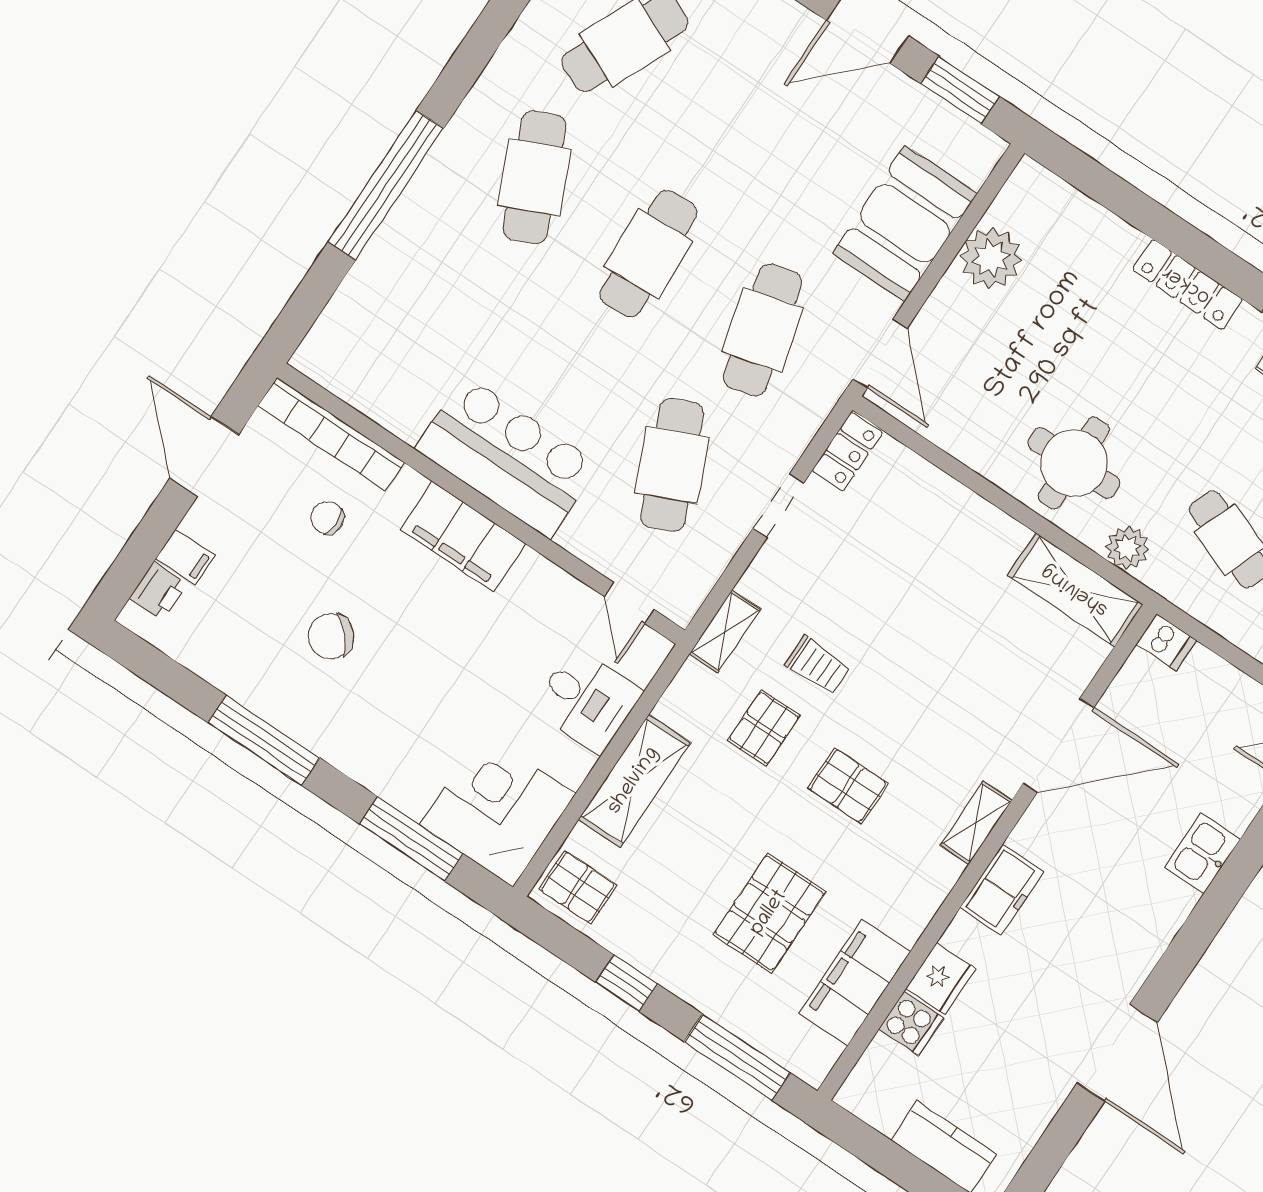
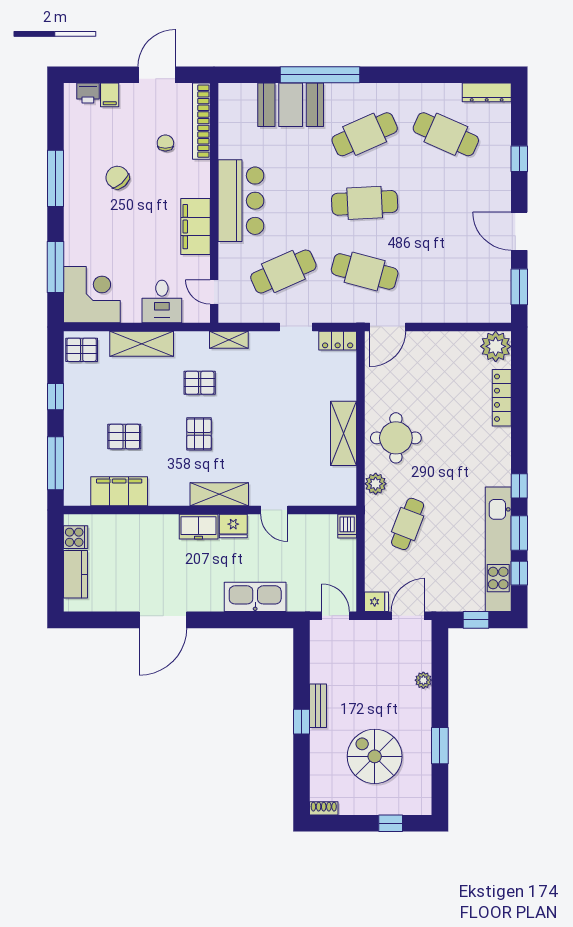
booth: (905, 223) -> (291, 105), moved
plant: (991, 258) -> (496, 346), moved
locker: (1188, 285) -> (502, 398), moved
cafe table: (763, 330) -> (365, 271), turned 30
filing cabinet: (463, 537) -> (195, 227), moved
shelving: (1075, 590) -> (344, 433), moved
door: (629, 603) -> (214, 292), hinge flipped
trolley: (817, 665) -> (241, 388), removed
door: (1058, 746) -> (274, 510), width x0.53
shelving: (976, 823) -> (219, 494), width x1.50, depth x1.33
kitchen sink: (1202, 853) -> (255, 597), width x1.88, depth x1.24
pallet: (578, 887) -> (82, 350), turned 90
pallet: (769, 913) -> (124, 437), width x0.67, depth x0.71
fridge: (941, 979) -> (233, 526), moved
cooker: (911, 1024) -> (76, 537), moved, turned -90

